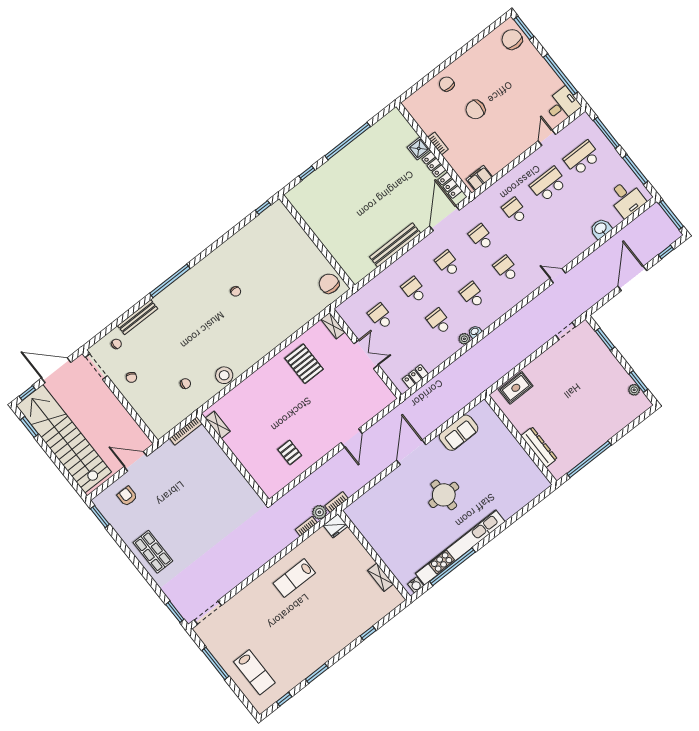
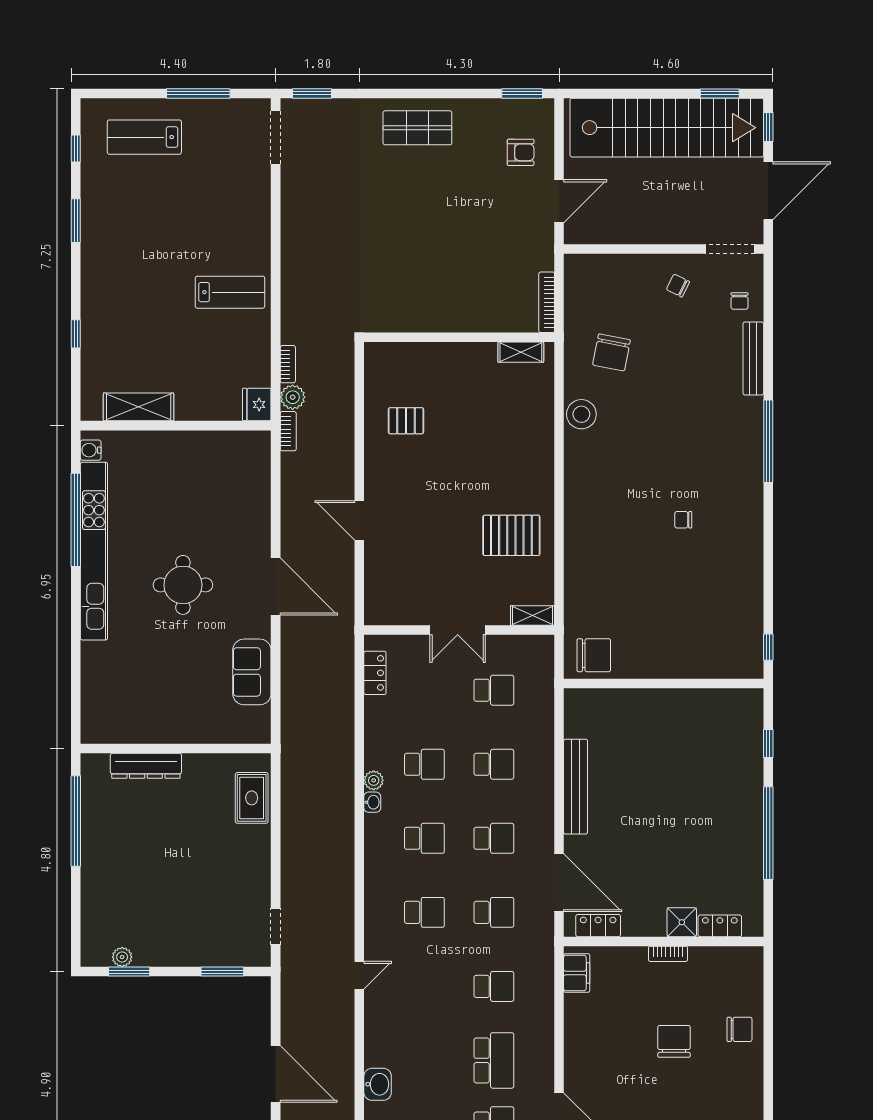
locker: (434, 164) -> (720, 926), moved
chair: (185, 384) -> (611, 352), width x1.87, depth x1.87
shelving: (380, 577) -> (139, 407), width x1.50, depth x1.33
lab bench: (294, 578) -> (230, 292), turned 90

